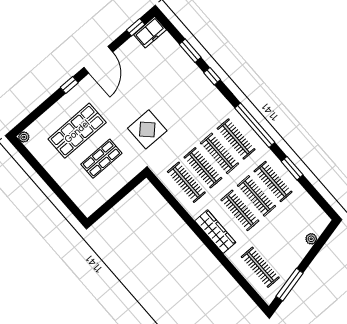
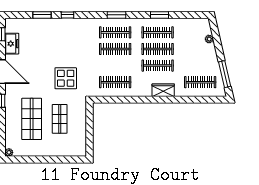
freezer: (150, 32) -> (12, 44), moved
window: (255, 125) -> (116, 15), width x0.47
clothes rail: (203, 168) -> (115, 66), removed
wardrobe: (215, 232) -> (163, 90), width x0.67

